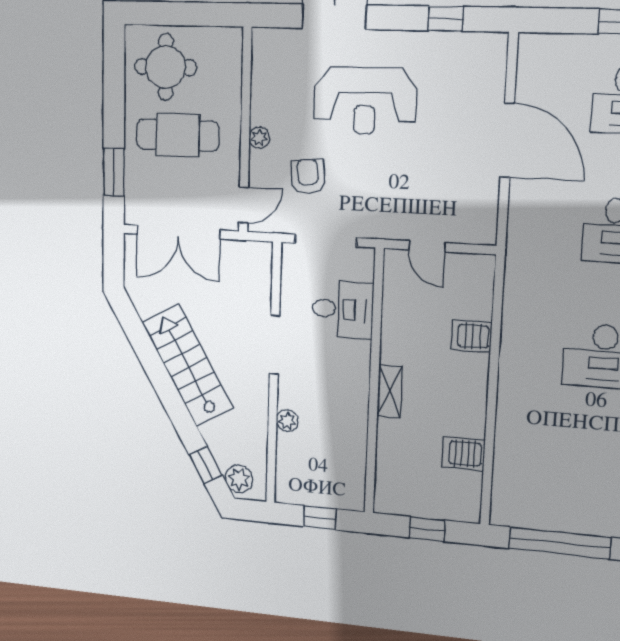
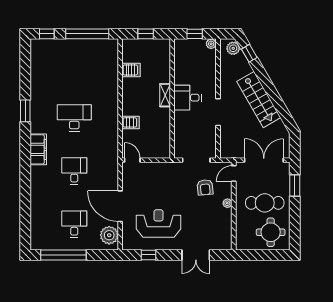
plant: (538, 70) -> (109, 235), added
reception desk: (365, 100) -> (158, 223), moved
door: (427, 246) -> (132, 160), moved
desk: (343, 309) -> (187, 98), moved
plant: (287, 421) -> (211, 44), moved

